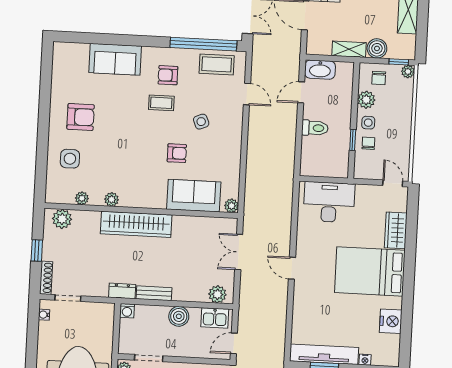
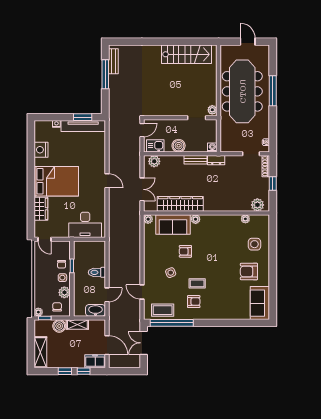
sofa: (115, 59) -> (260, 303), moved, turned -90
plant: (112, 199) -> (196, 219), moved
wardrobe: (136, 224) -> (180, 204), moved

